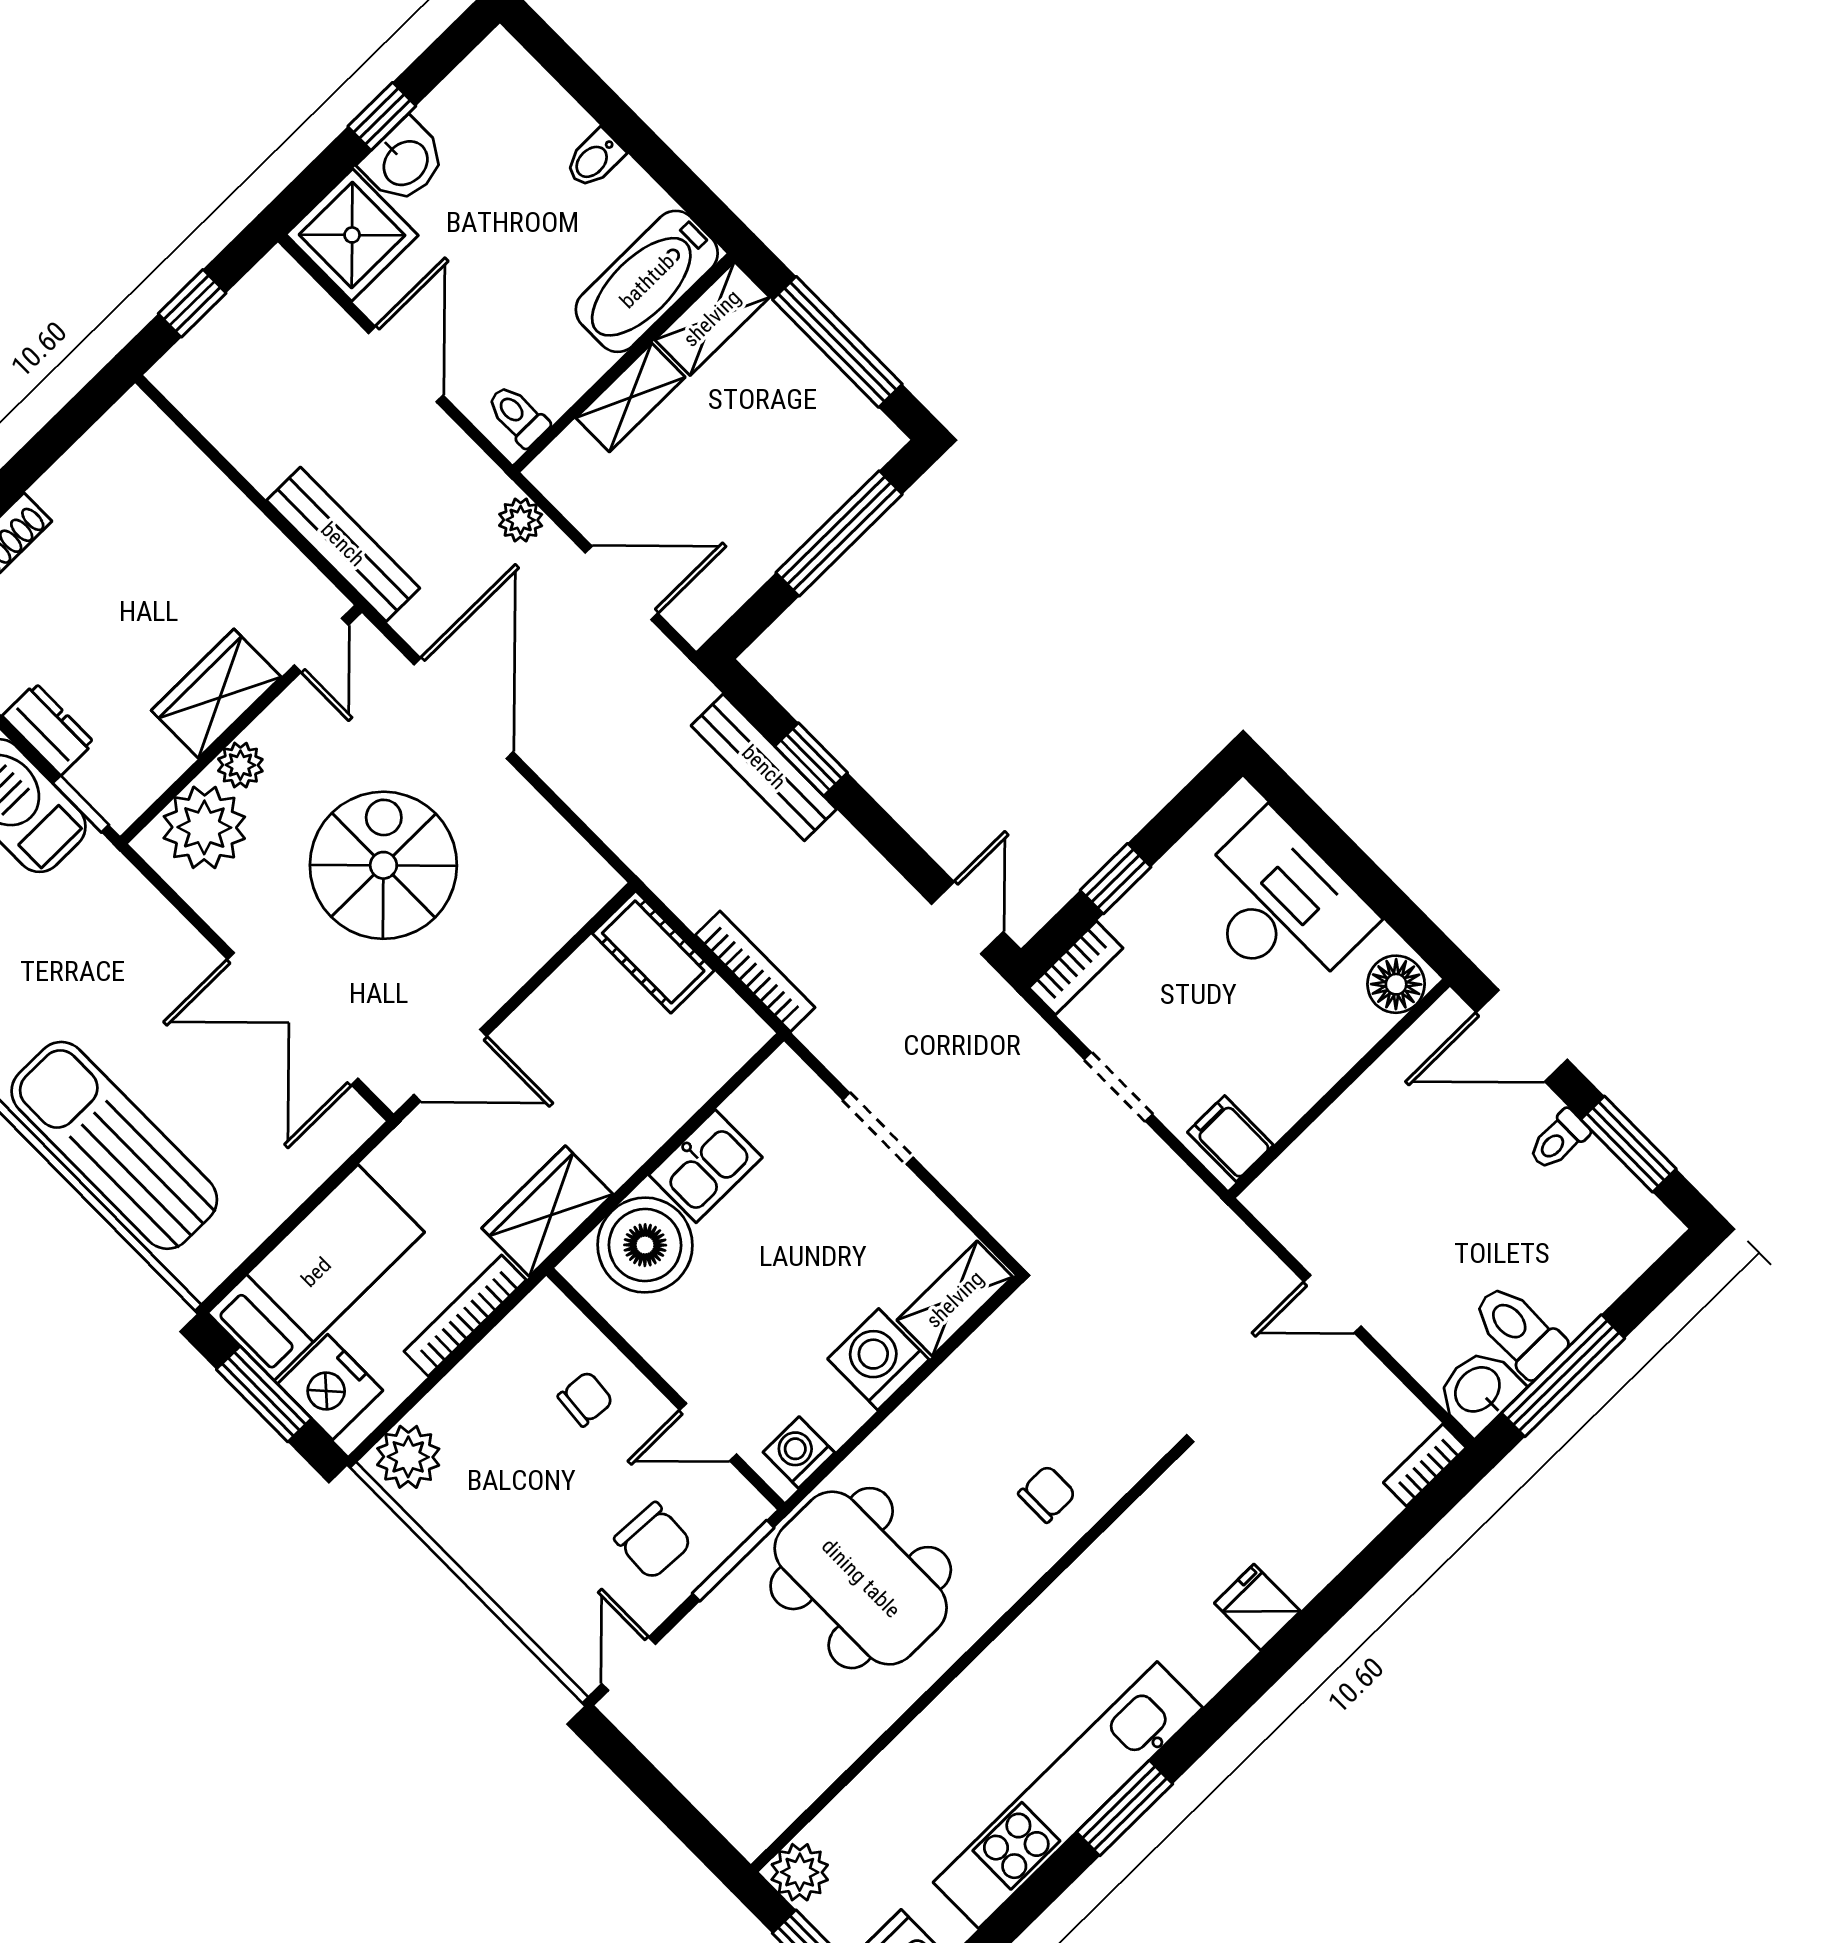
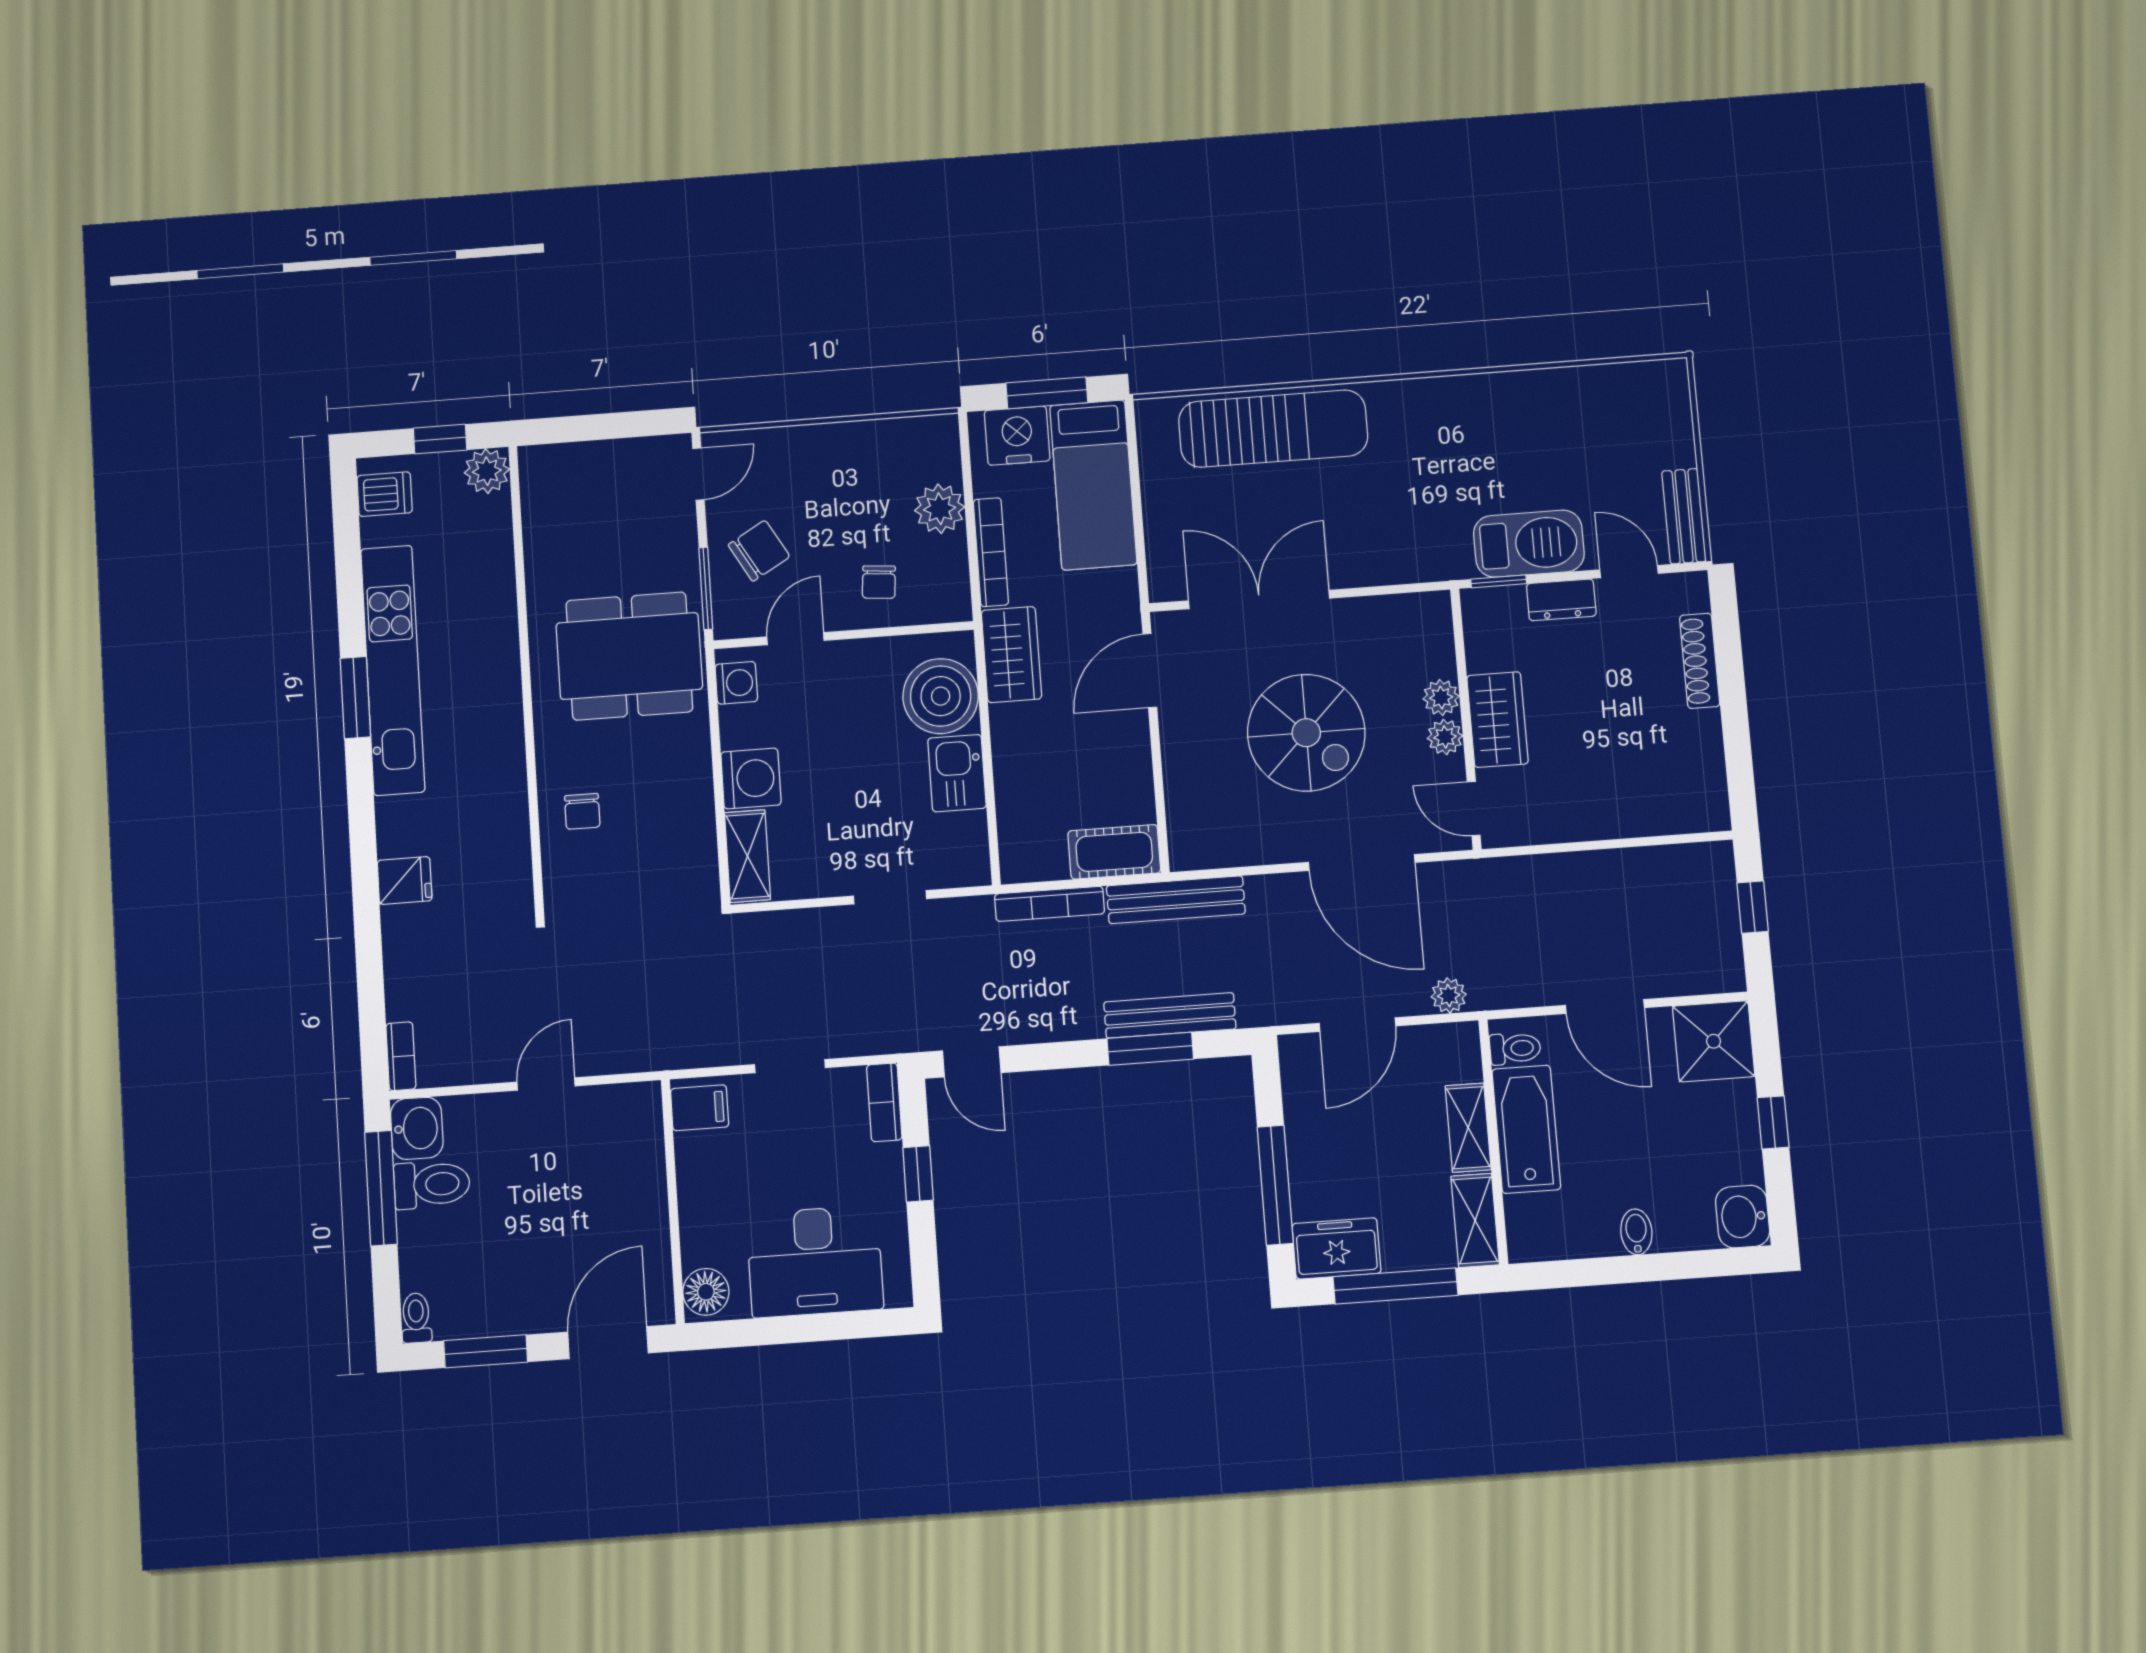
washbasin: (404, 162) -> (1743, 1217), moved
bathtub: (647, 281) -> (1526, 1129), moved
freezer: (849, 426) -> (1336, 1248), added
bench: (343, 544) -> (1176, 900), moved
window: (811, 759) -> (1150, 1049), width x1.50
plant: (204, 827) -> (1445, 737), moved, width x0.53, depth x0.53
toilet: (1559, 1140) -> (416, 1318), moved
plant: (408, 1457) -> (940, 509), moved
chair: (653, 1541) -> (759, 551), turned 147
door: (629, 1664) -> (698, 474), hinge flipped

